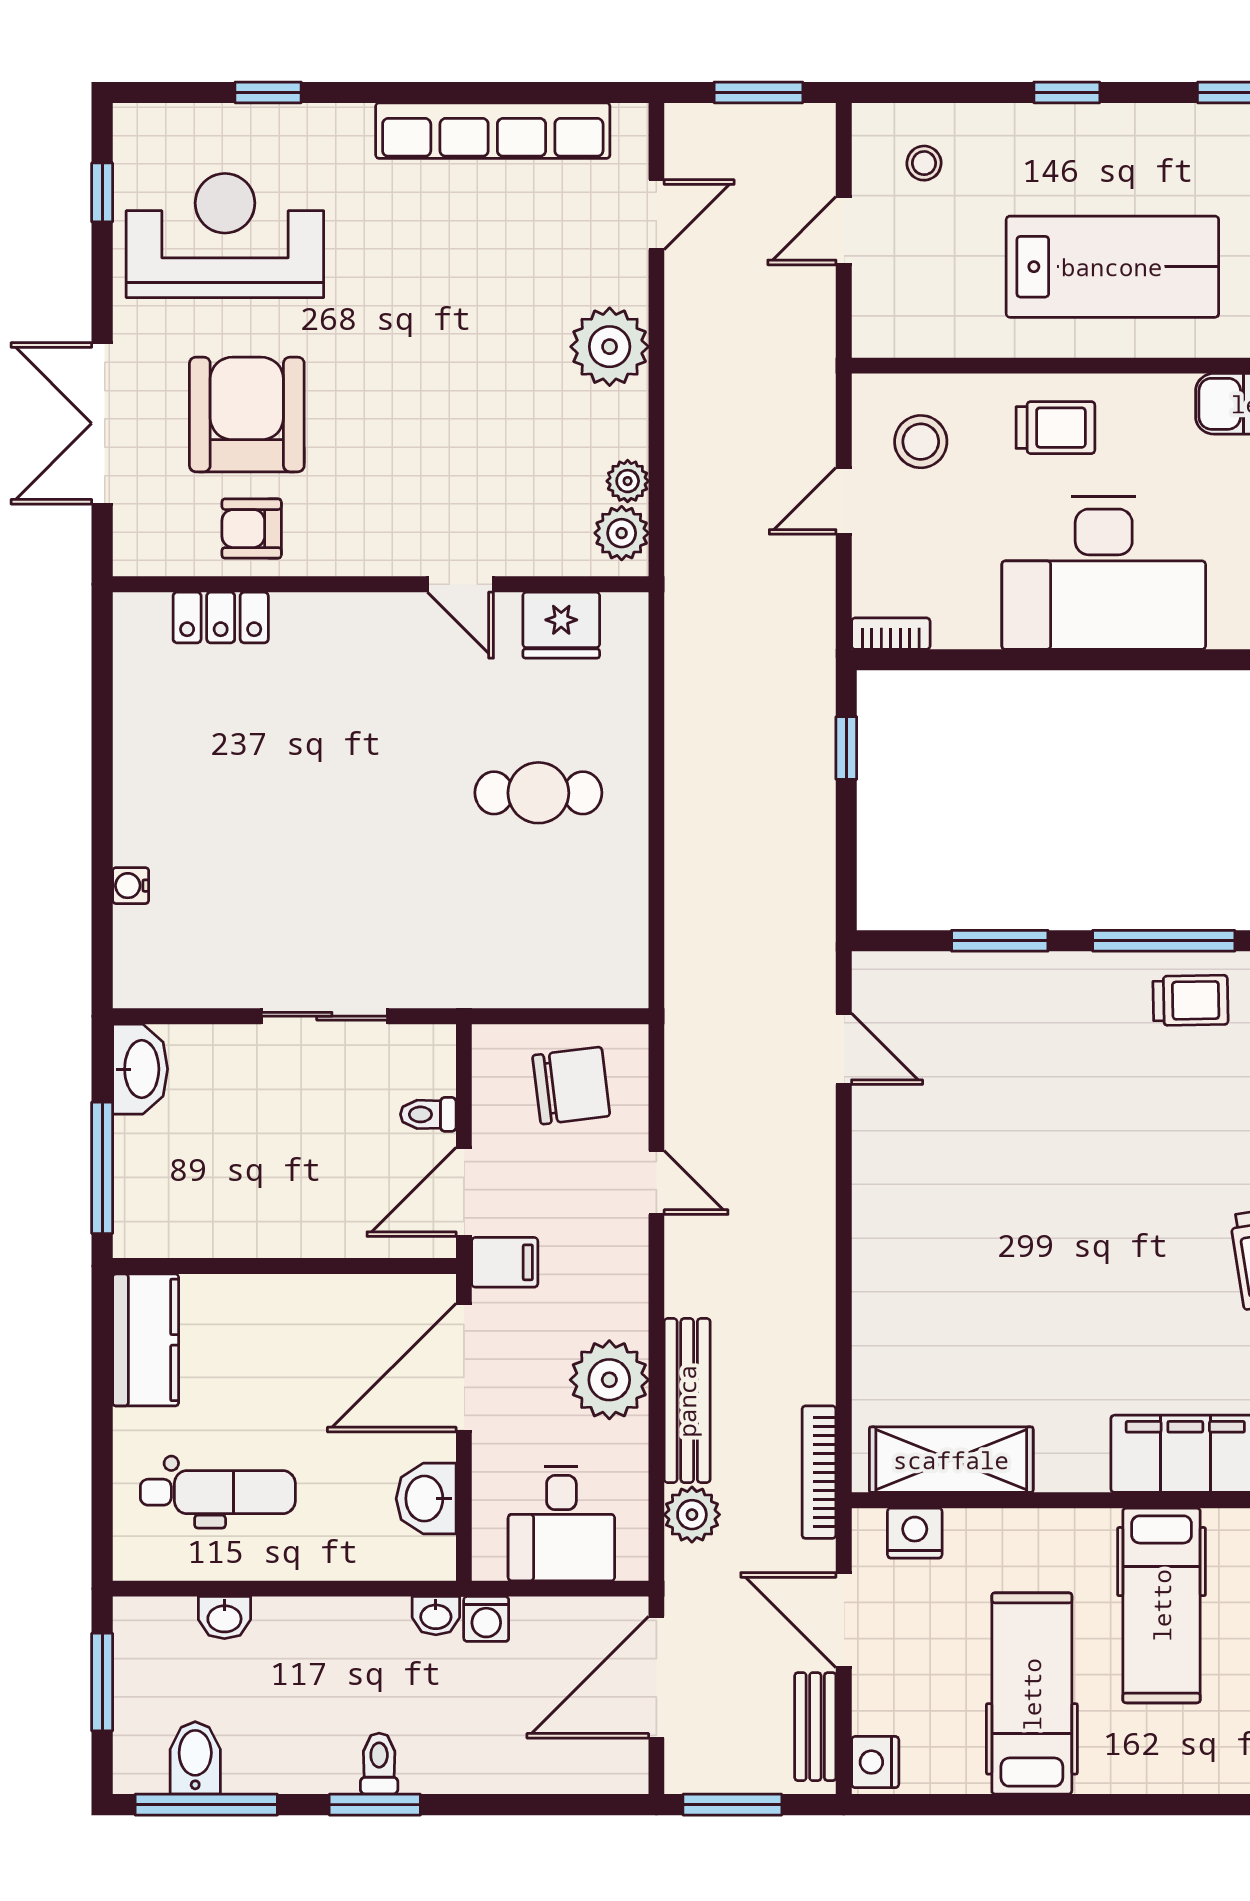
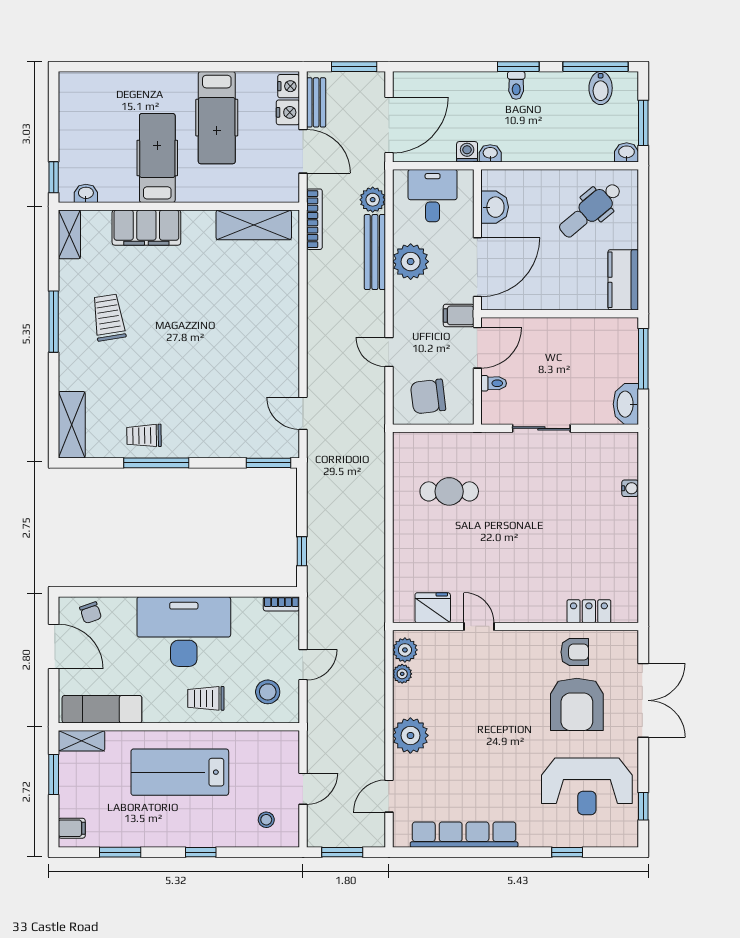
cafe table: (538, 793) -> (449, 491), moved
window: (1000, 941) -> (269, 463), moved
dental chair: (218, 1492) -> (590, 210), turned -40
nightstand: (915, 1533) -> (288, 112), moved, turned -90
washbasin: (224, 1618) -> (627, 152), moved

